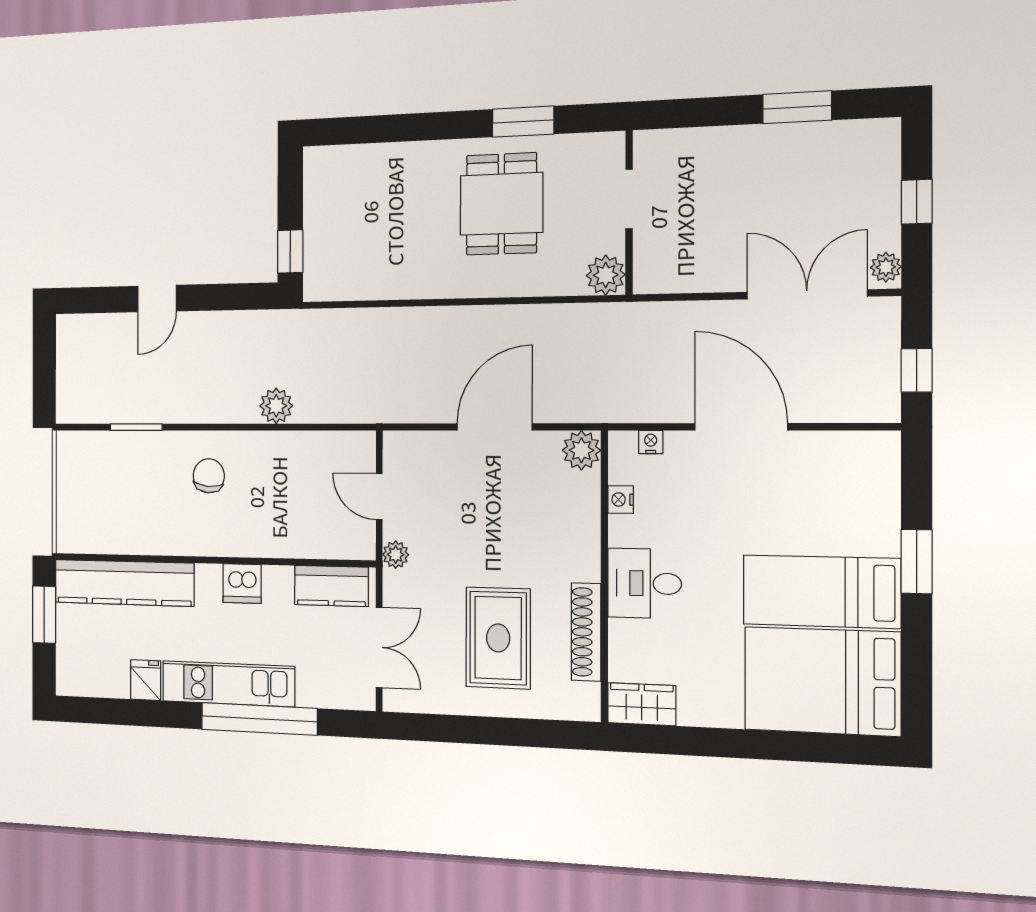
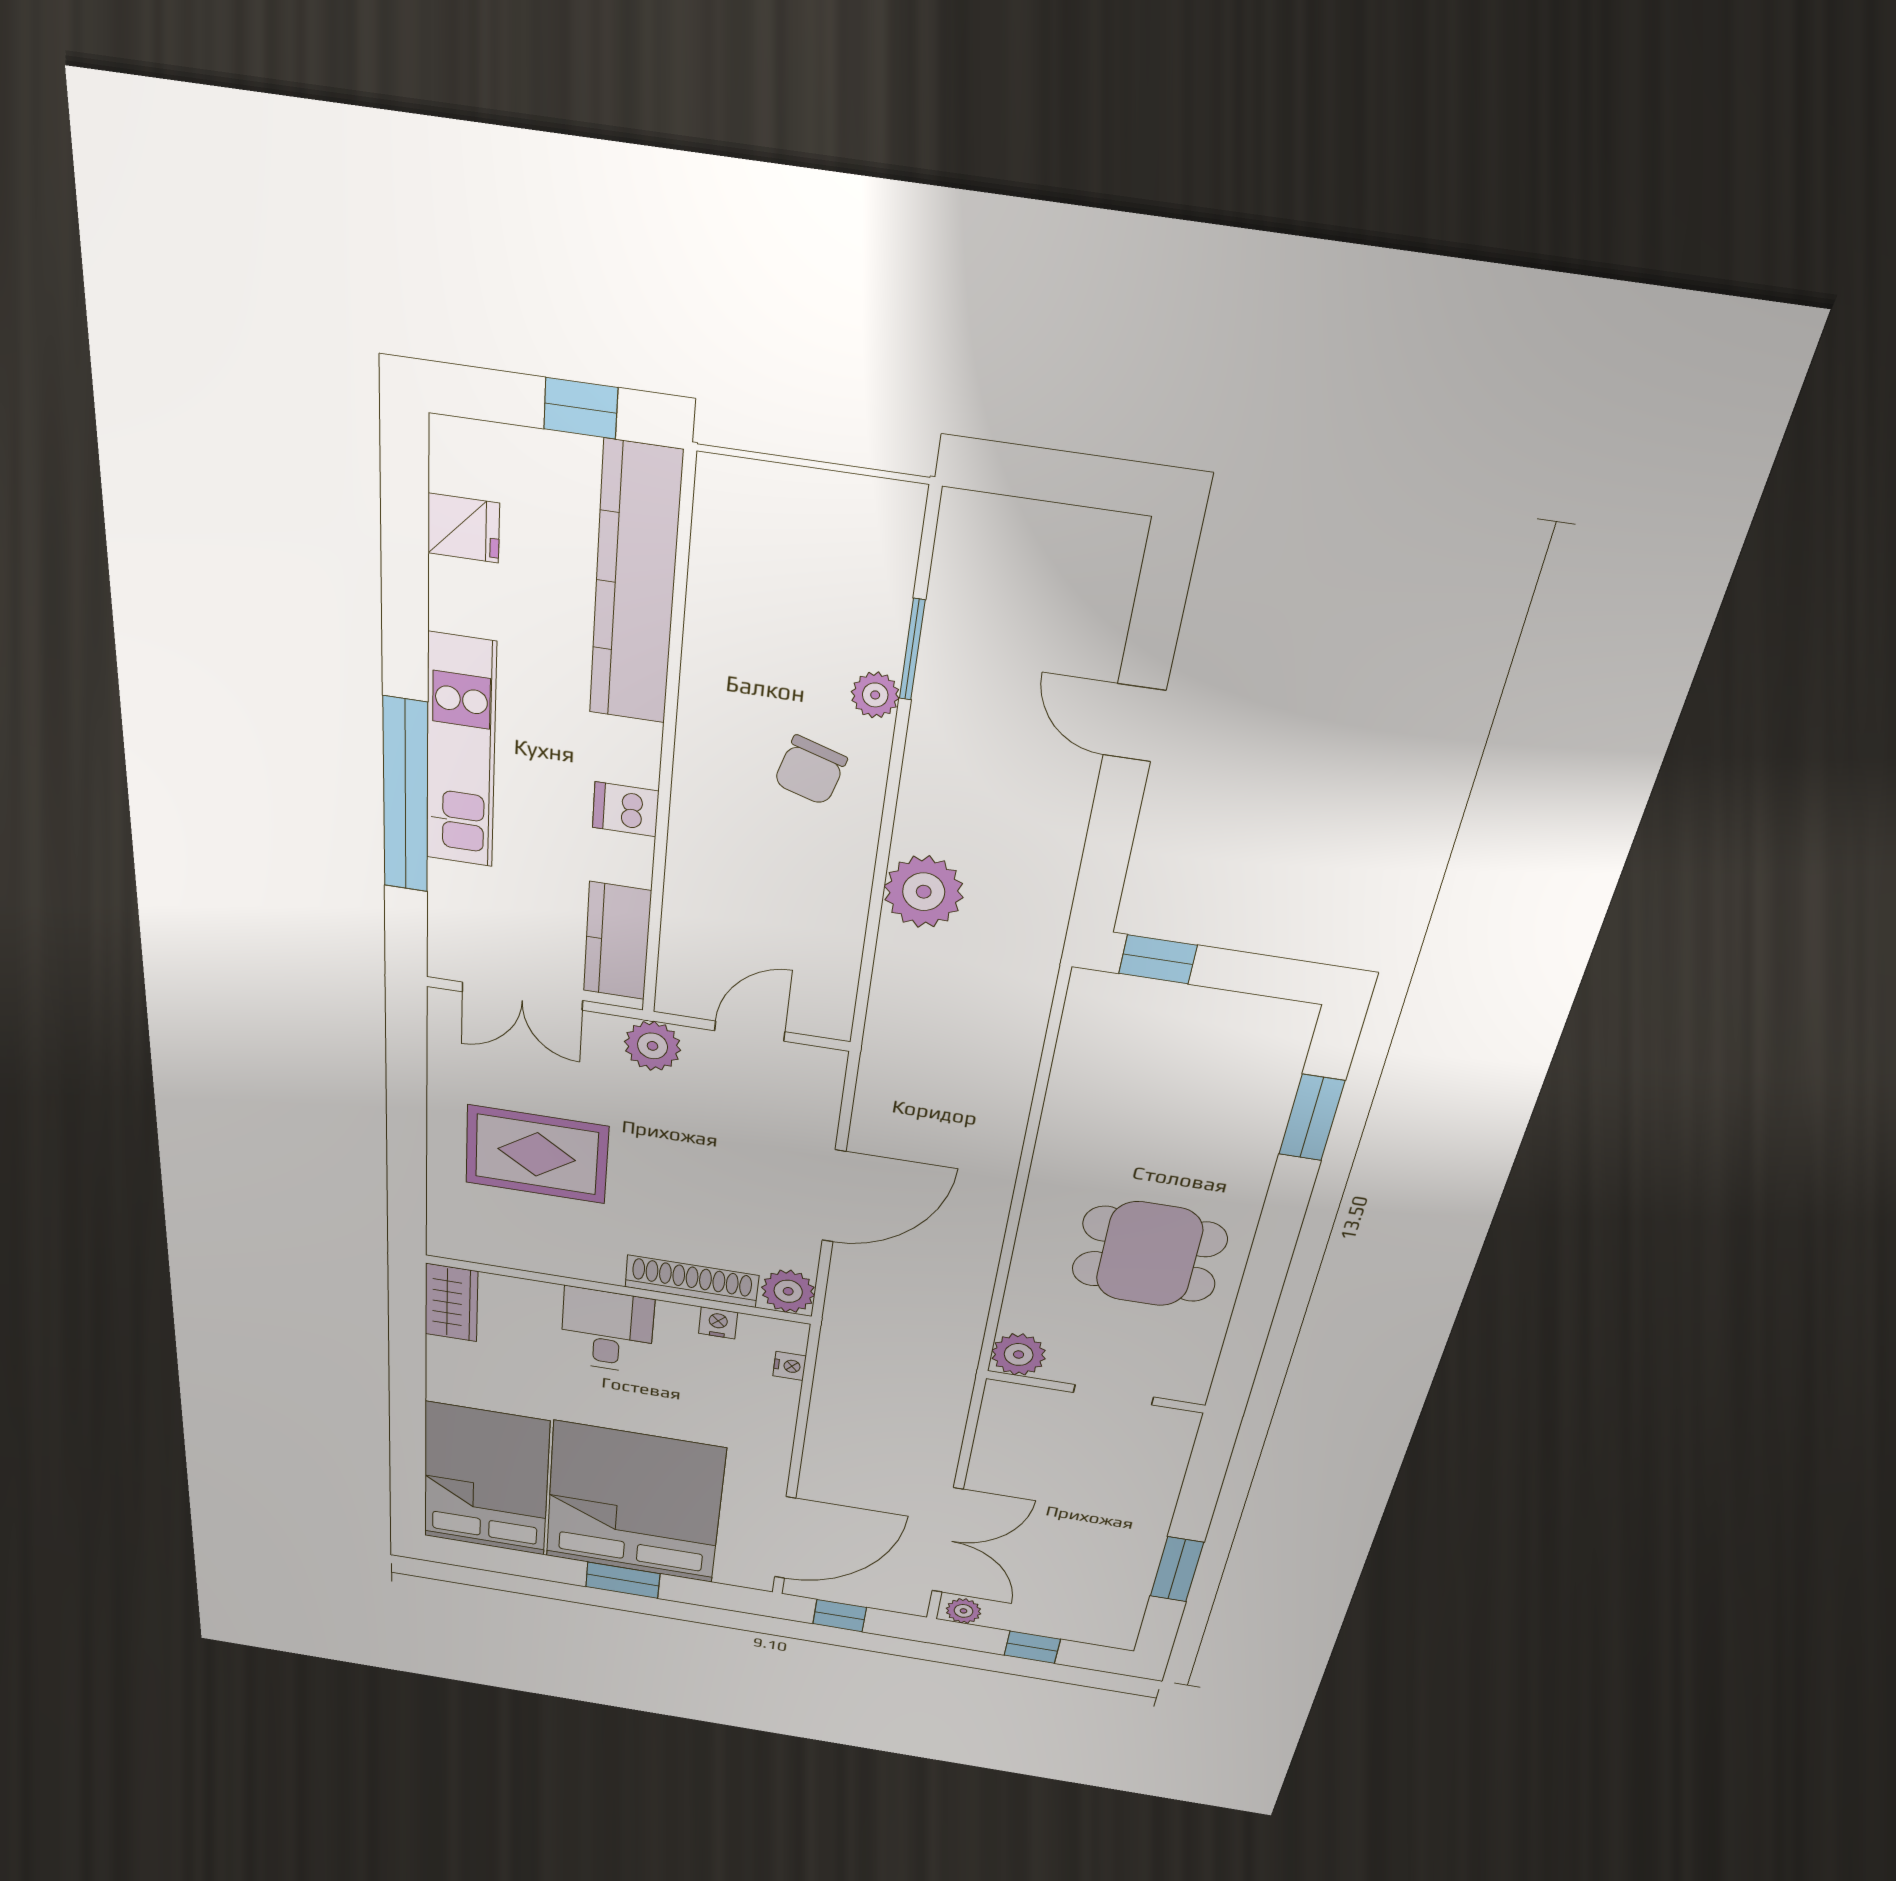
window: (523, 122) -> (1312, 1118), moved
plant: (276, 406) -> (924, 892), width x1.36, depth x1.36
door: (494, 427) -> (834, 1196), hinge flipped
door: (741, 427) -> (785, 1538), moved
plant: (162, 444) -> (875, 695), added
chair: (209, 476) -> (810, 770), turned 102
plant: (396, 555) -> (653, 1046), width x1.38, depth x1.38
dishwasher: (242, 583) -> (626, 809), width x0.73
bed: (821, 592) -> (634, 1503), width x2.04
window: (44, 615) -> (581, 408), width x0.67
shoe rack: (586, 632) -> (692, 1281), moved
fridge: (146, 680) -> (463, 528), moved

